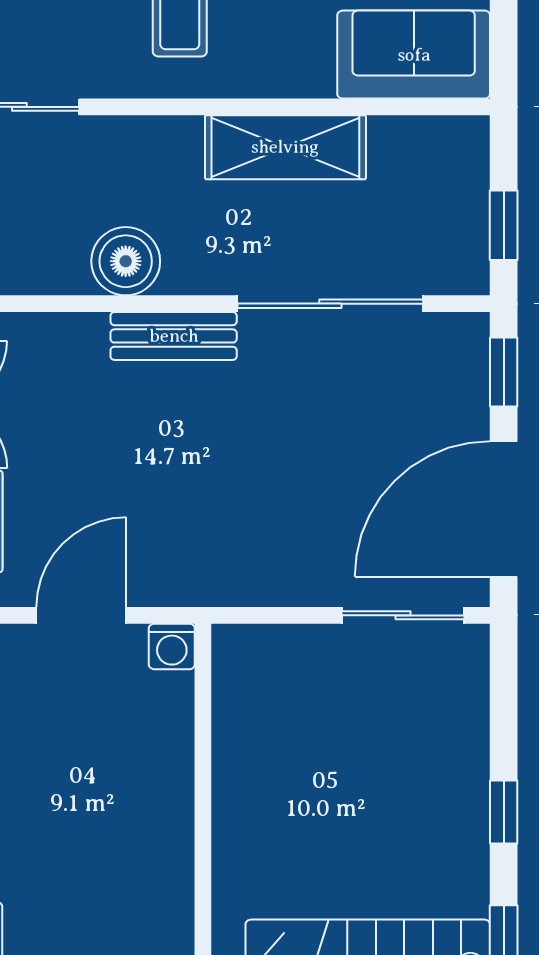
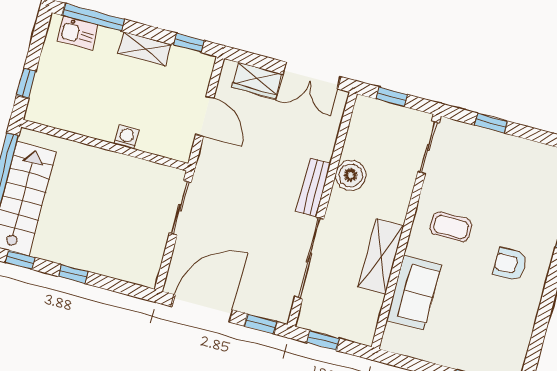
sofa: (414, 55) -> (414, 292), moved
door: (504, 509) -> (202, 308), hinge flipped
sliding door: (403, 615) -> (180, 208), moved
washing machine: (172, 646) -> (127, 137), moved, turned 90

